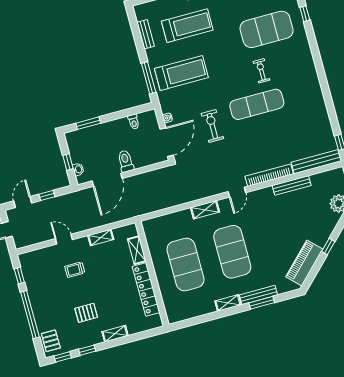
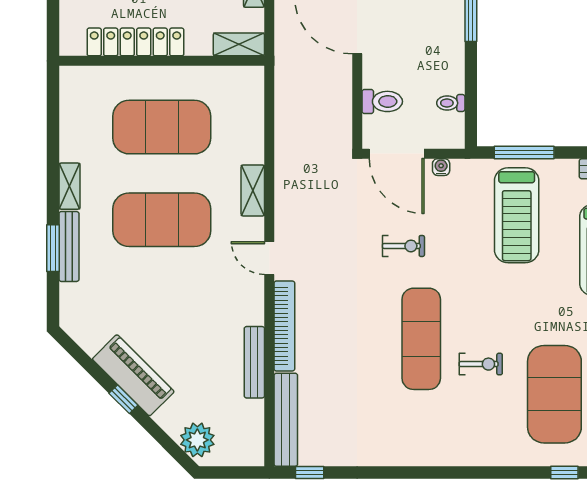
exercise bike: (212, 126) -> (403, 246), width x0.73, depth x0.72
toilet: (126, 161) -> (382, 101), moved
shelving: (137, 250) -> (239, 44), moved
piano: (304, 263) -> (133, 375), moved

